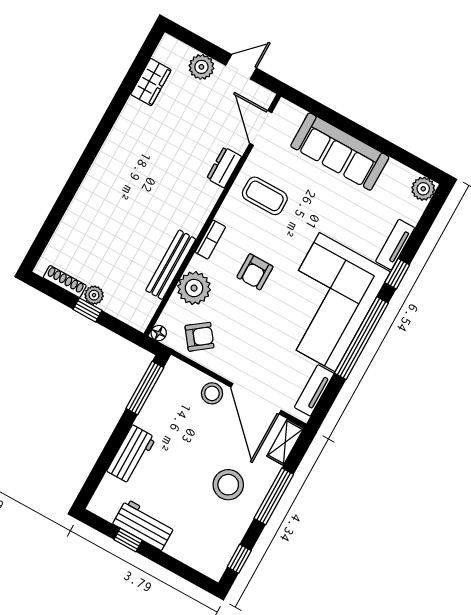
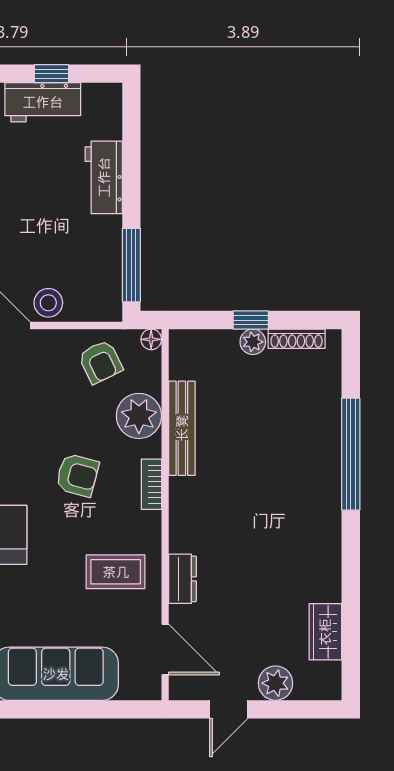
window: (71, 188) -> (351, 454), added
armchair: (255, 272) -> (77, 475), turned 105
armchair: (200, 337) -> (100, 362), turned -79

